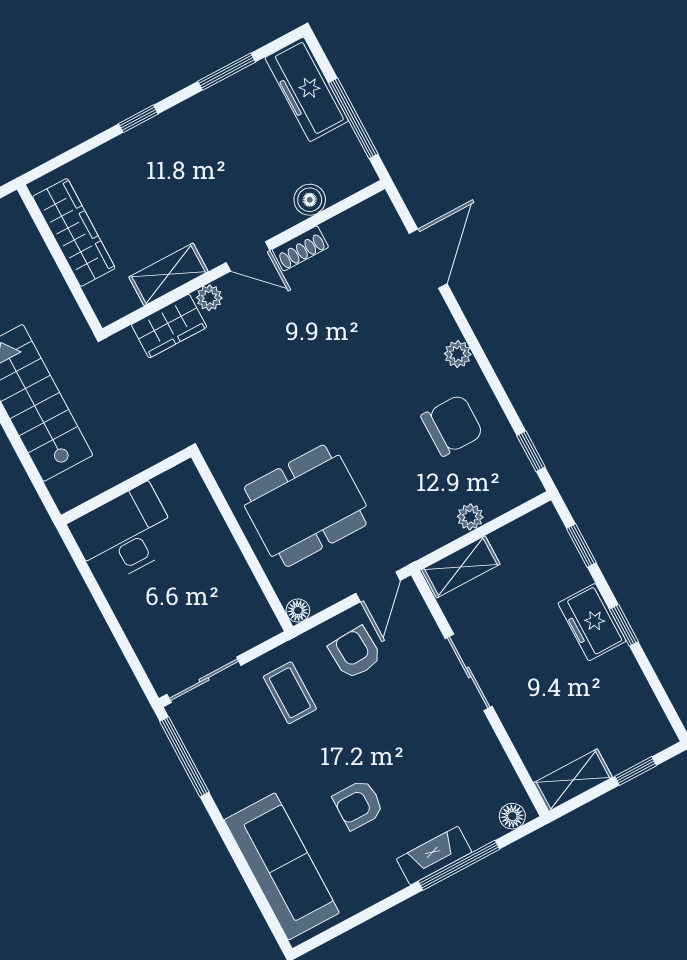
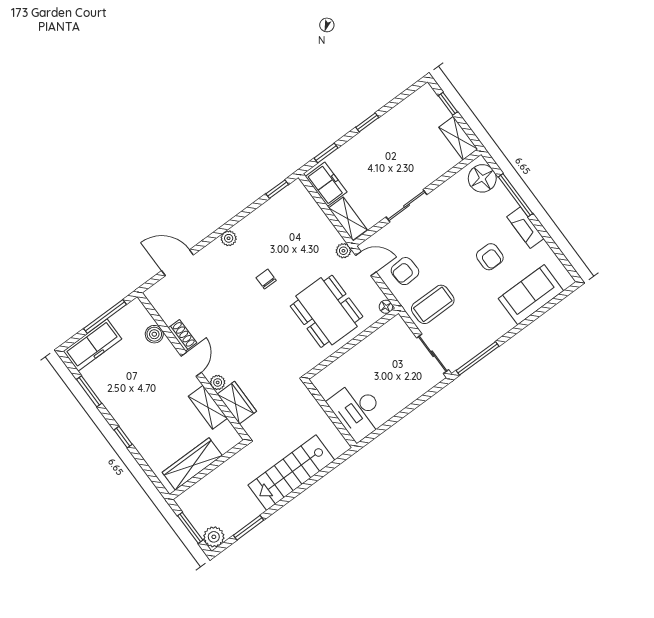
chair: (452, 425) -> (266, 279), moved, width x0.54, depth x0.54
plant: (470, 517) -> (343, 251), moved
freezer: (592, 622) -> (326, 184), moved, turned -90
coffee table: (290, 693) -> (433, 304), width x1.36, depth x1.30
floor lamp: (512, 816) -> (482, 178), width x1.89, depth x1.89
fireplace: (434, 856) -> (525, 228), moved
sofa: (282, 866) -> (531, 295), width x0.73

